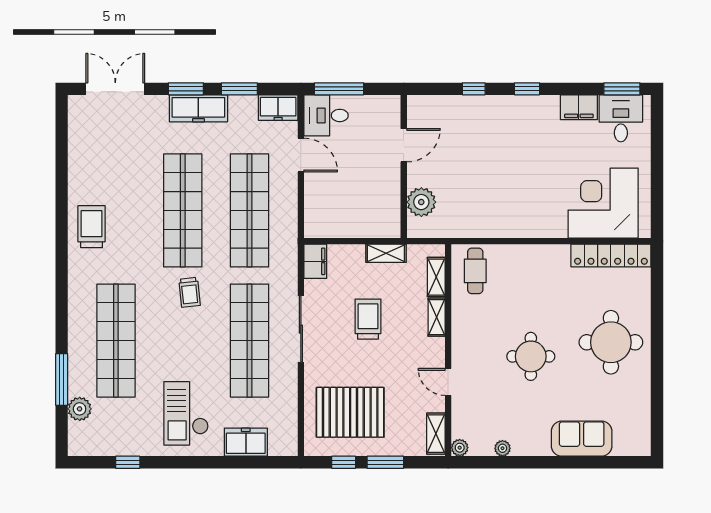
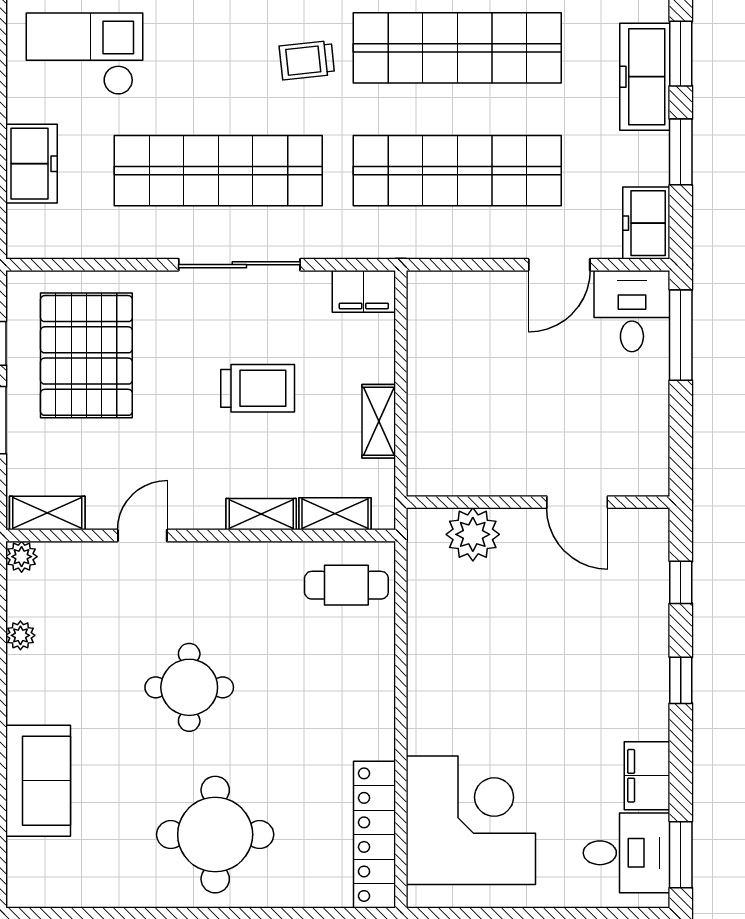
door: (404, 145) -> (577, 502), moved
wall: (404, 167) -> (538, 502), moved
plant: (421, 202) -> (473, 534), moved

